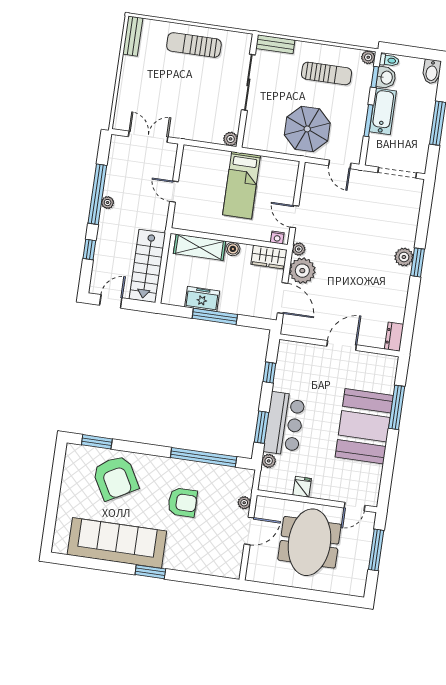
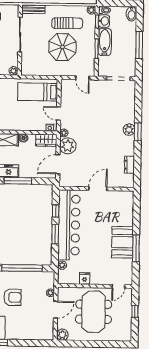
parasol: (307, 129) -> (62, 47), moved
bed: (242, 185) -> (38, 92), moved, turned 90
door: (283, 298) -> (58, 164), swing flipped
dresser: (394, 337) -> (129, 165), moved
window: (397, 407) -> (136, 248), moved
bar counter: (284, 424) -> (69, 225), width x1.86
booth: (364, 426) -> (122, 242), width x0.73, depth x0.70
window: (261, 427) -> (55, 234), moved
window: (376, 550) -> (135, 311), width x0.46
plant: (255, 573) -> (62, 335), added

